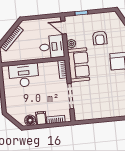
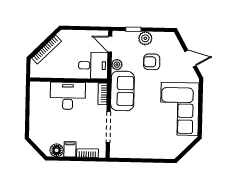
plant: (92, 19) -> (145, 38), added
armchair: (100, 38) -> (152, 62), turned 90
desk: (24, 75) -> (68, 96), moved

